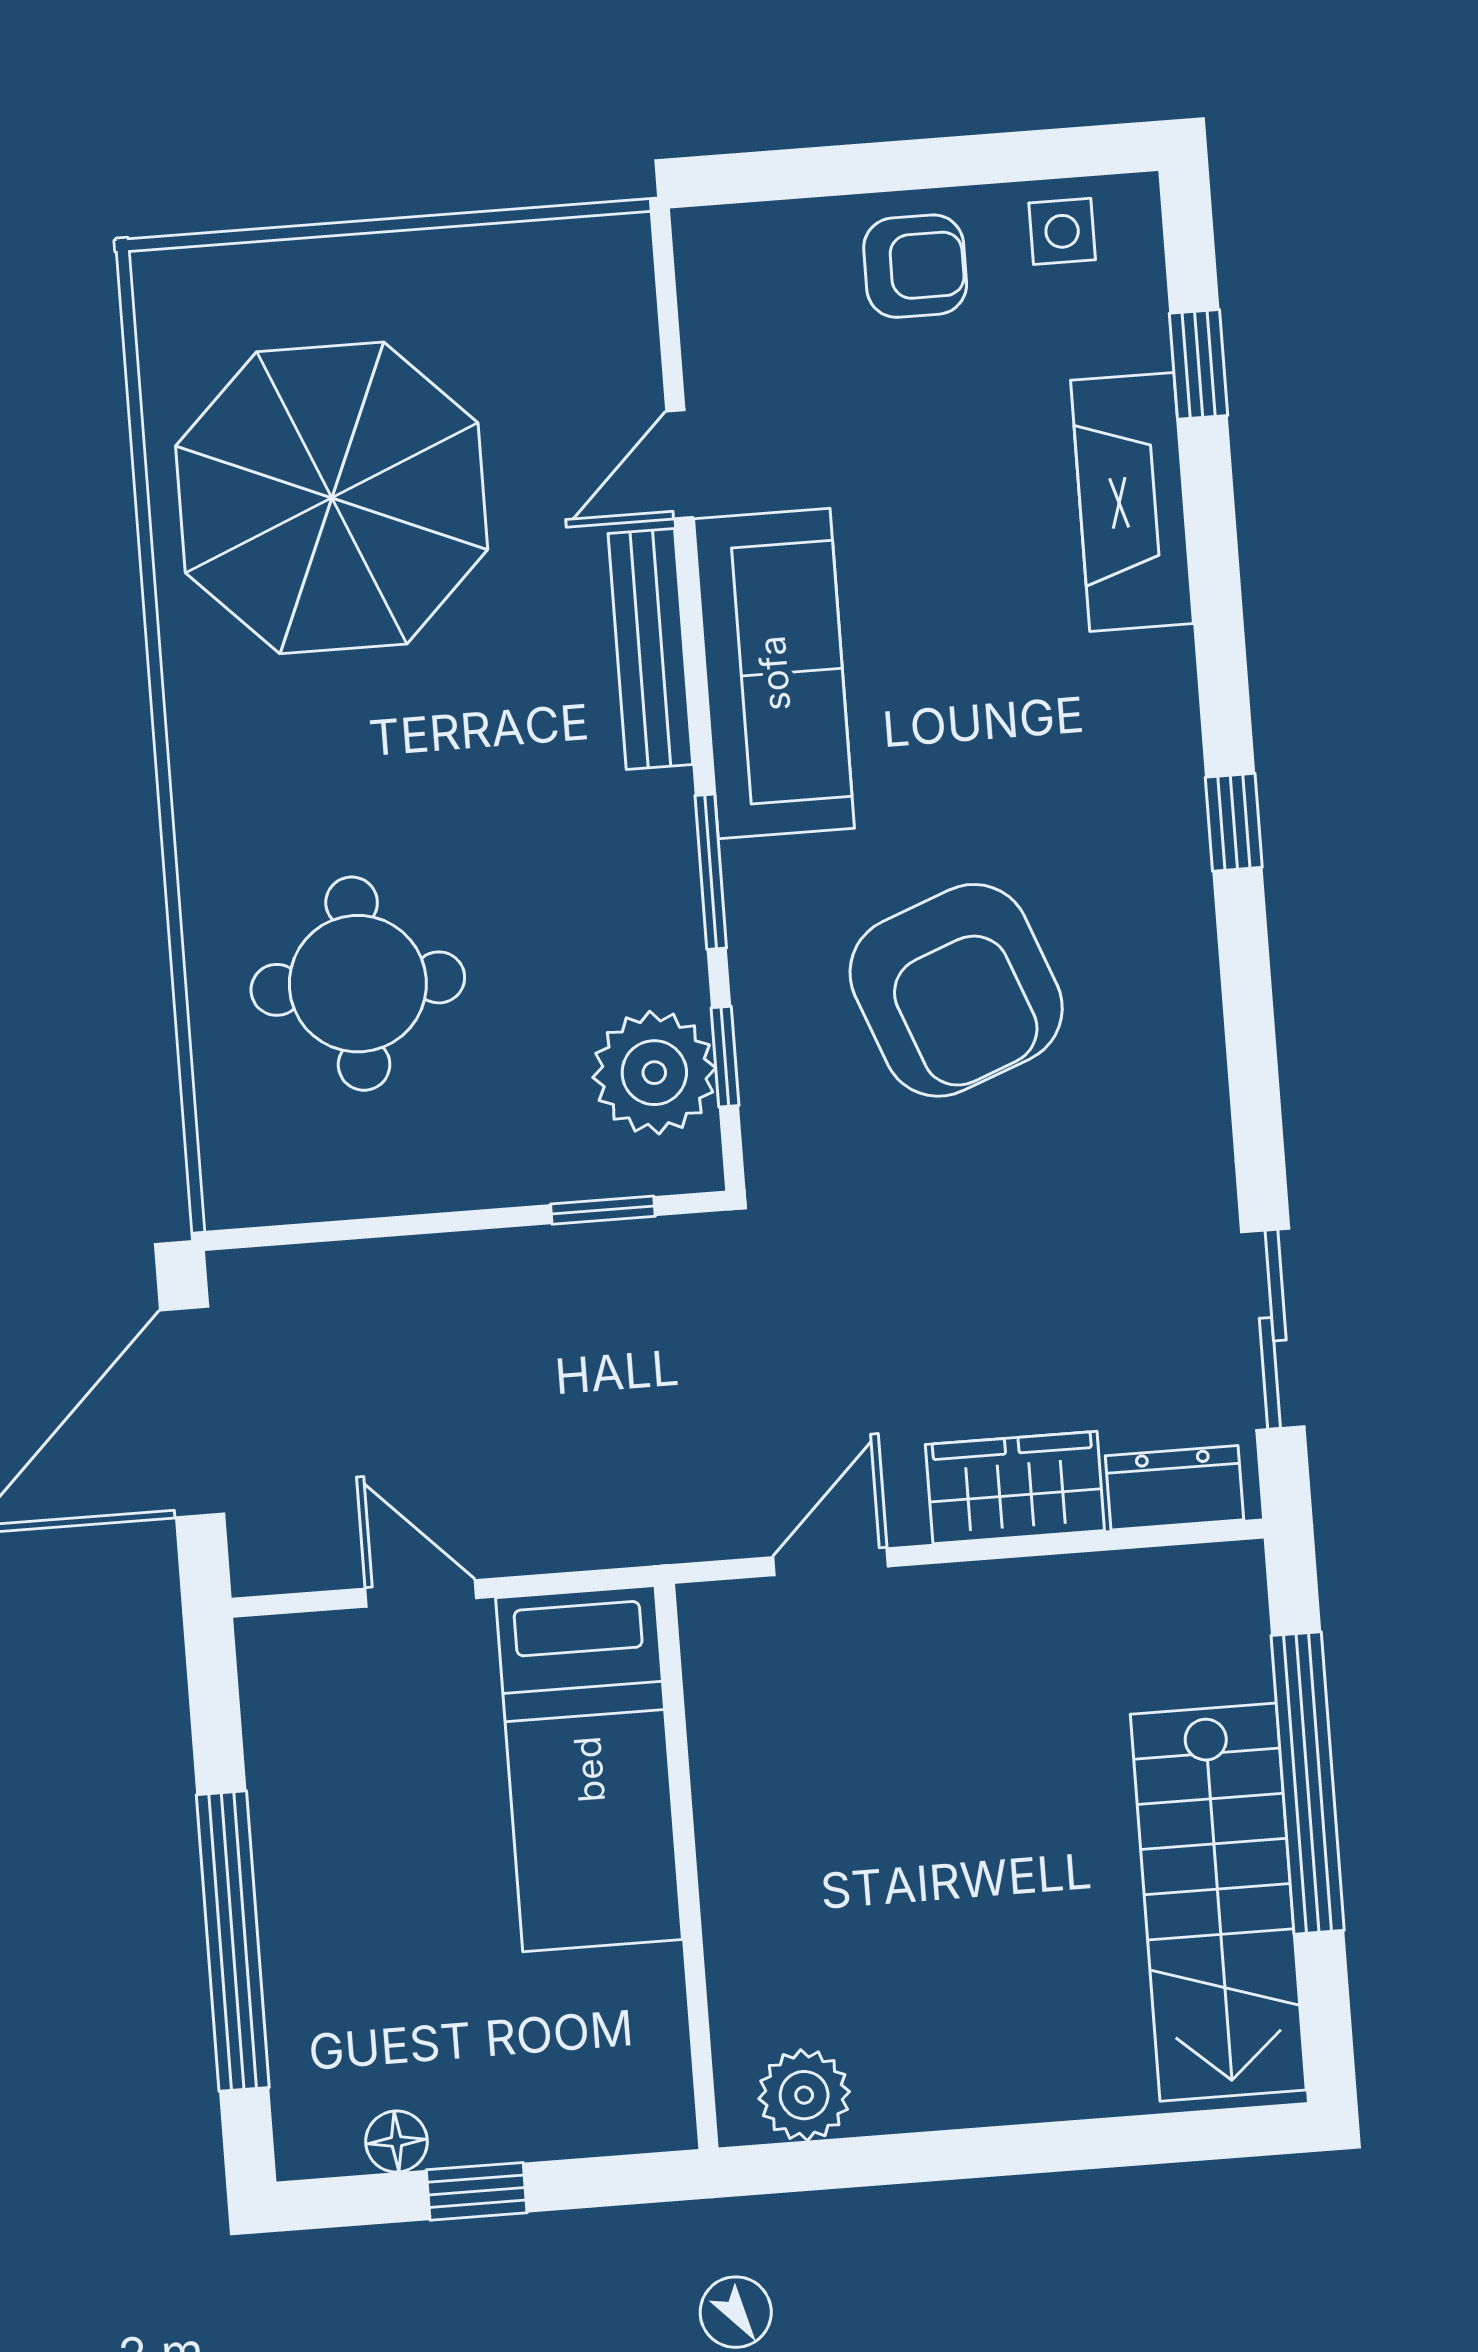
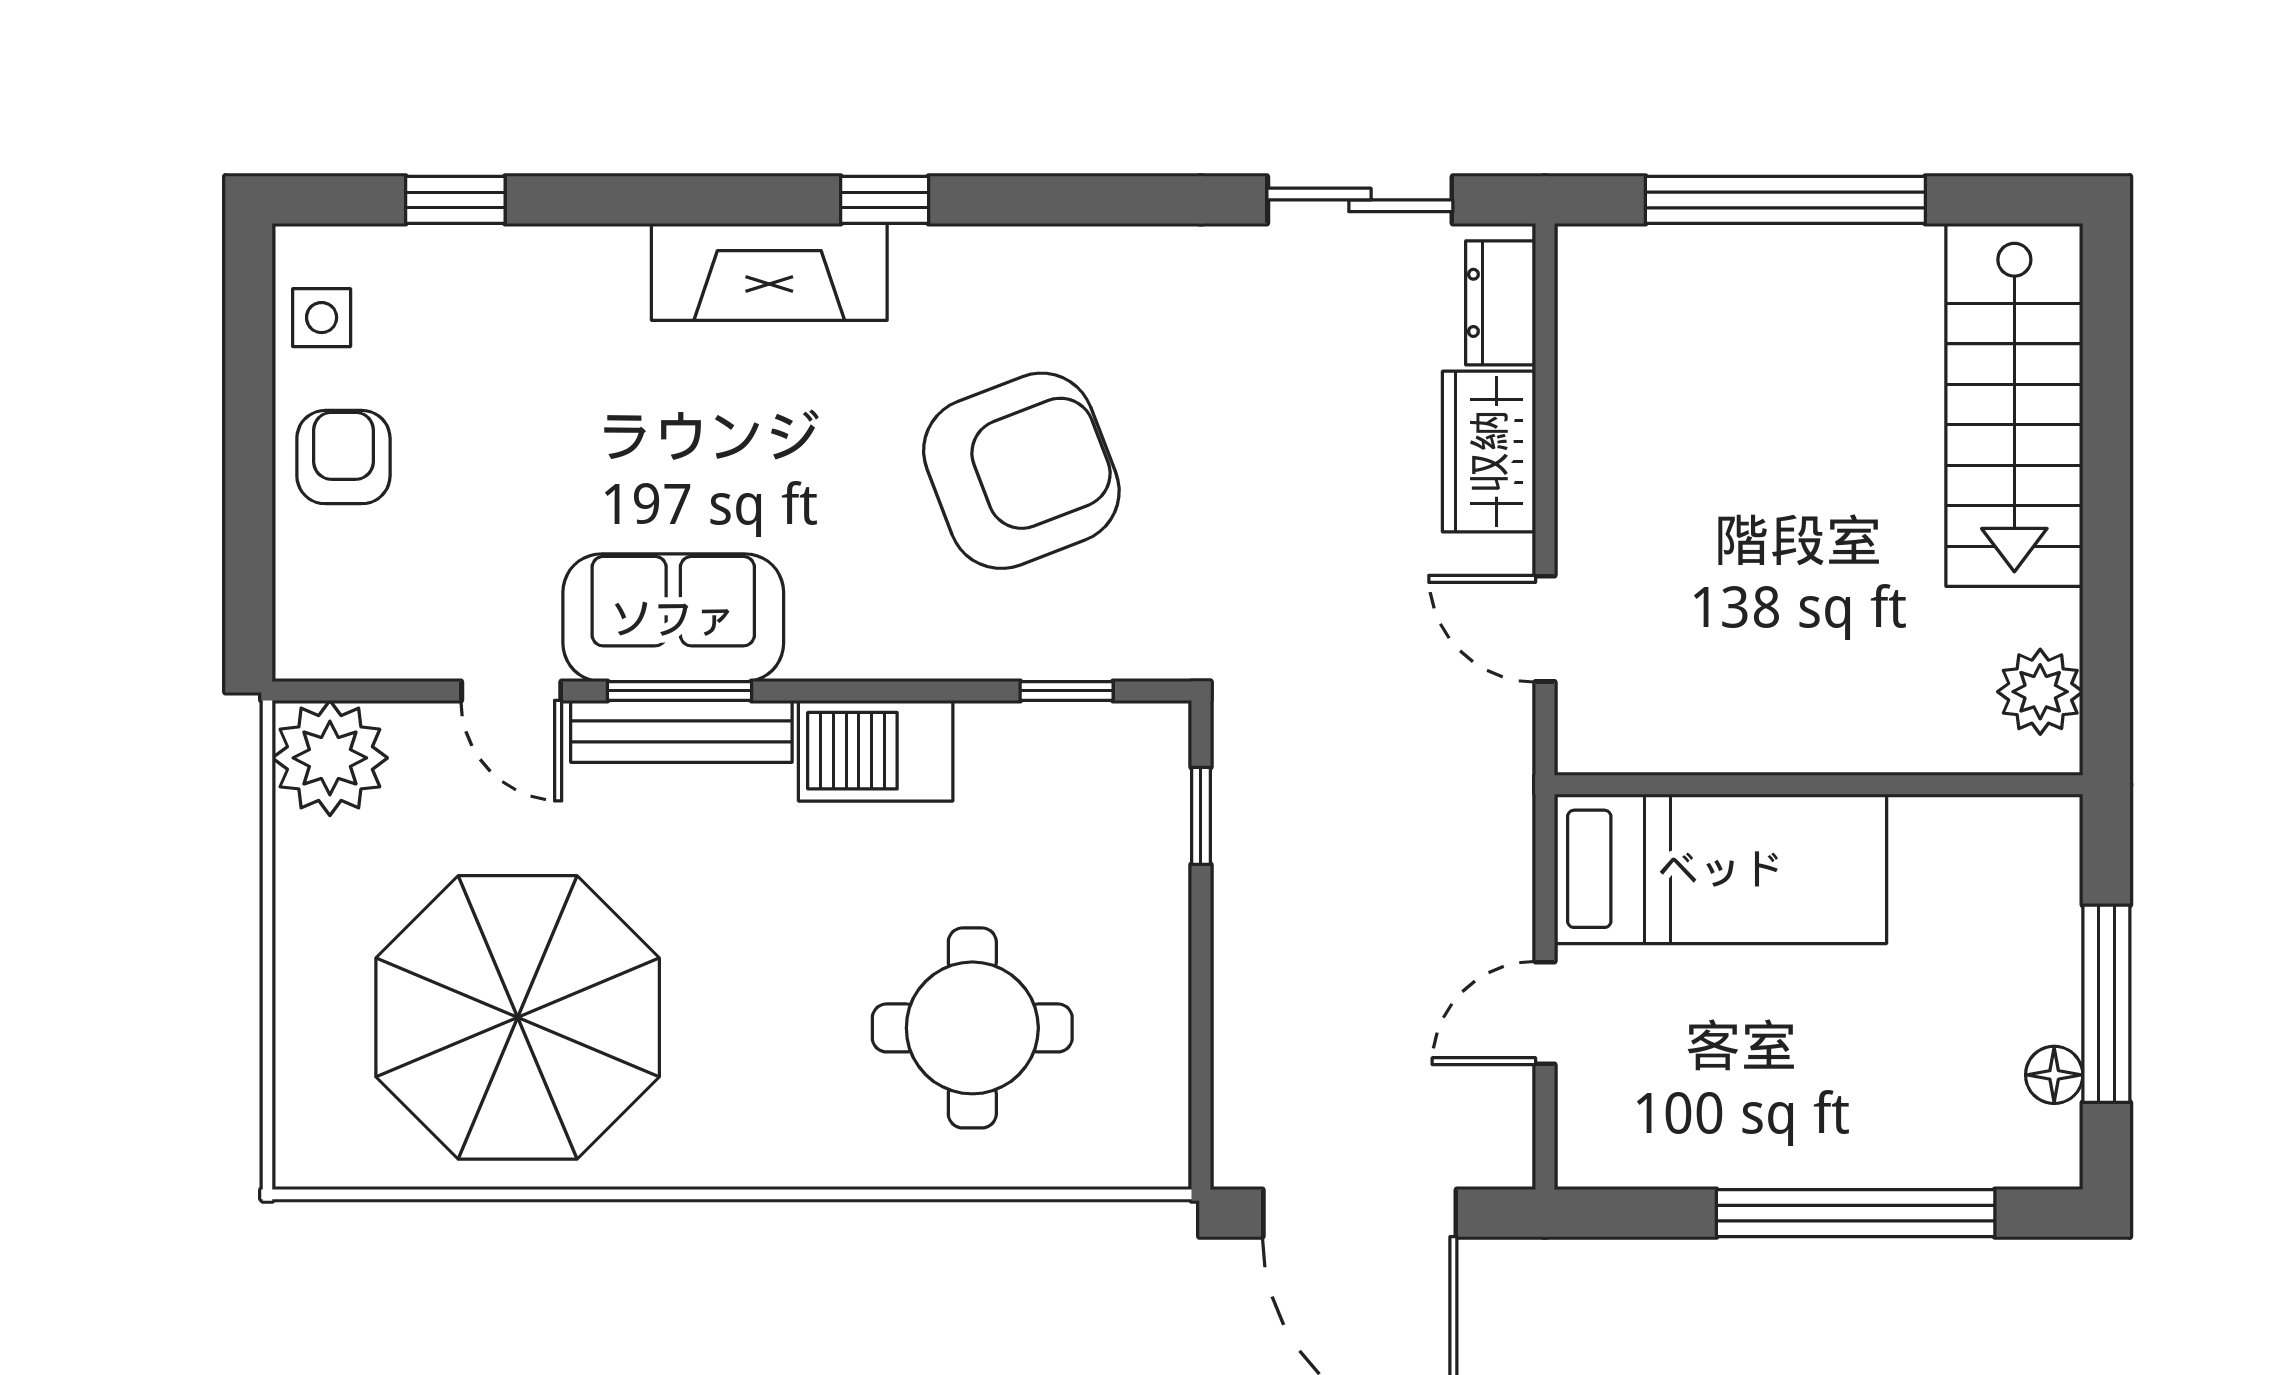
fireplace: (1132, 502) -> (769, 272), moved
sofa: (774, 673) -> (673, 618), width x0.73
barbecue: (646, 858) -> (876, 751), added
window: (711, 872) -> (680, 691), moved
plant: (654, 1073) -> (330, 758), moved
stairs: (1218, 1902) -> (2014, 405), moved, turned 90
window: (477, 2191) -> (2106, 1004), width x2.17

